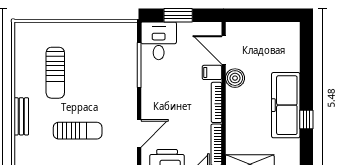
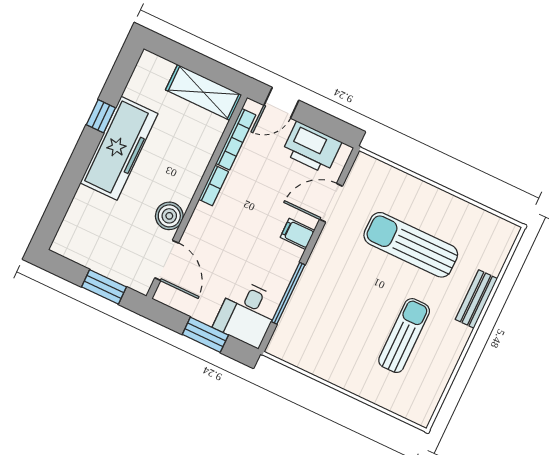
window: (255, 15) -> (104, 287), added
filing cabinet: (212, 72) -> (297, 234), moved, turned 180
bookcase: (217, 102) -> (214, 186), width x0.64
sun lounger: (78, 131) -> (411, 245), width x1.36, depth x1.34

